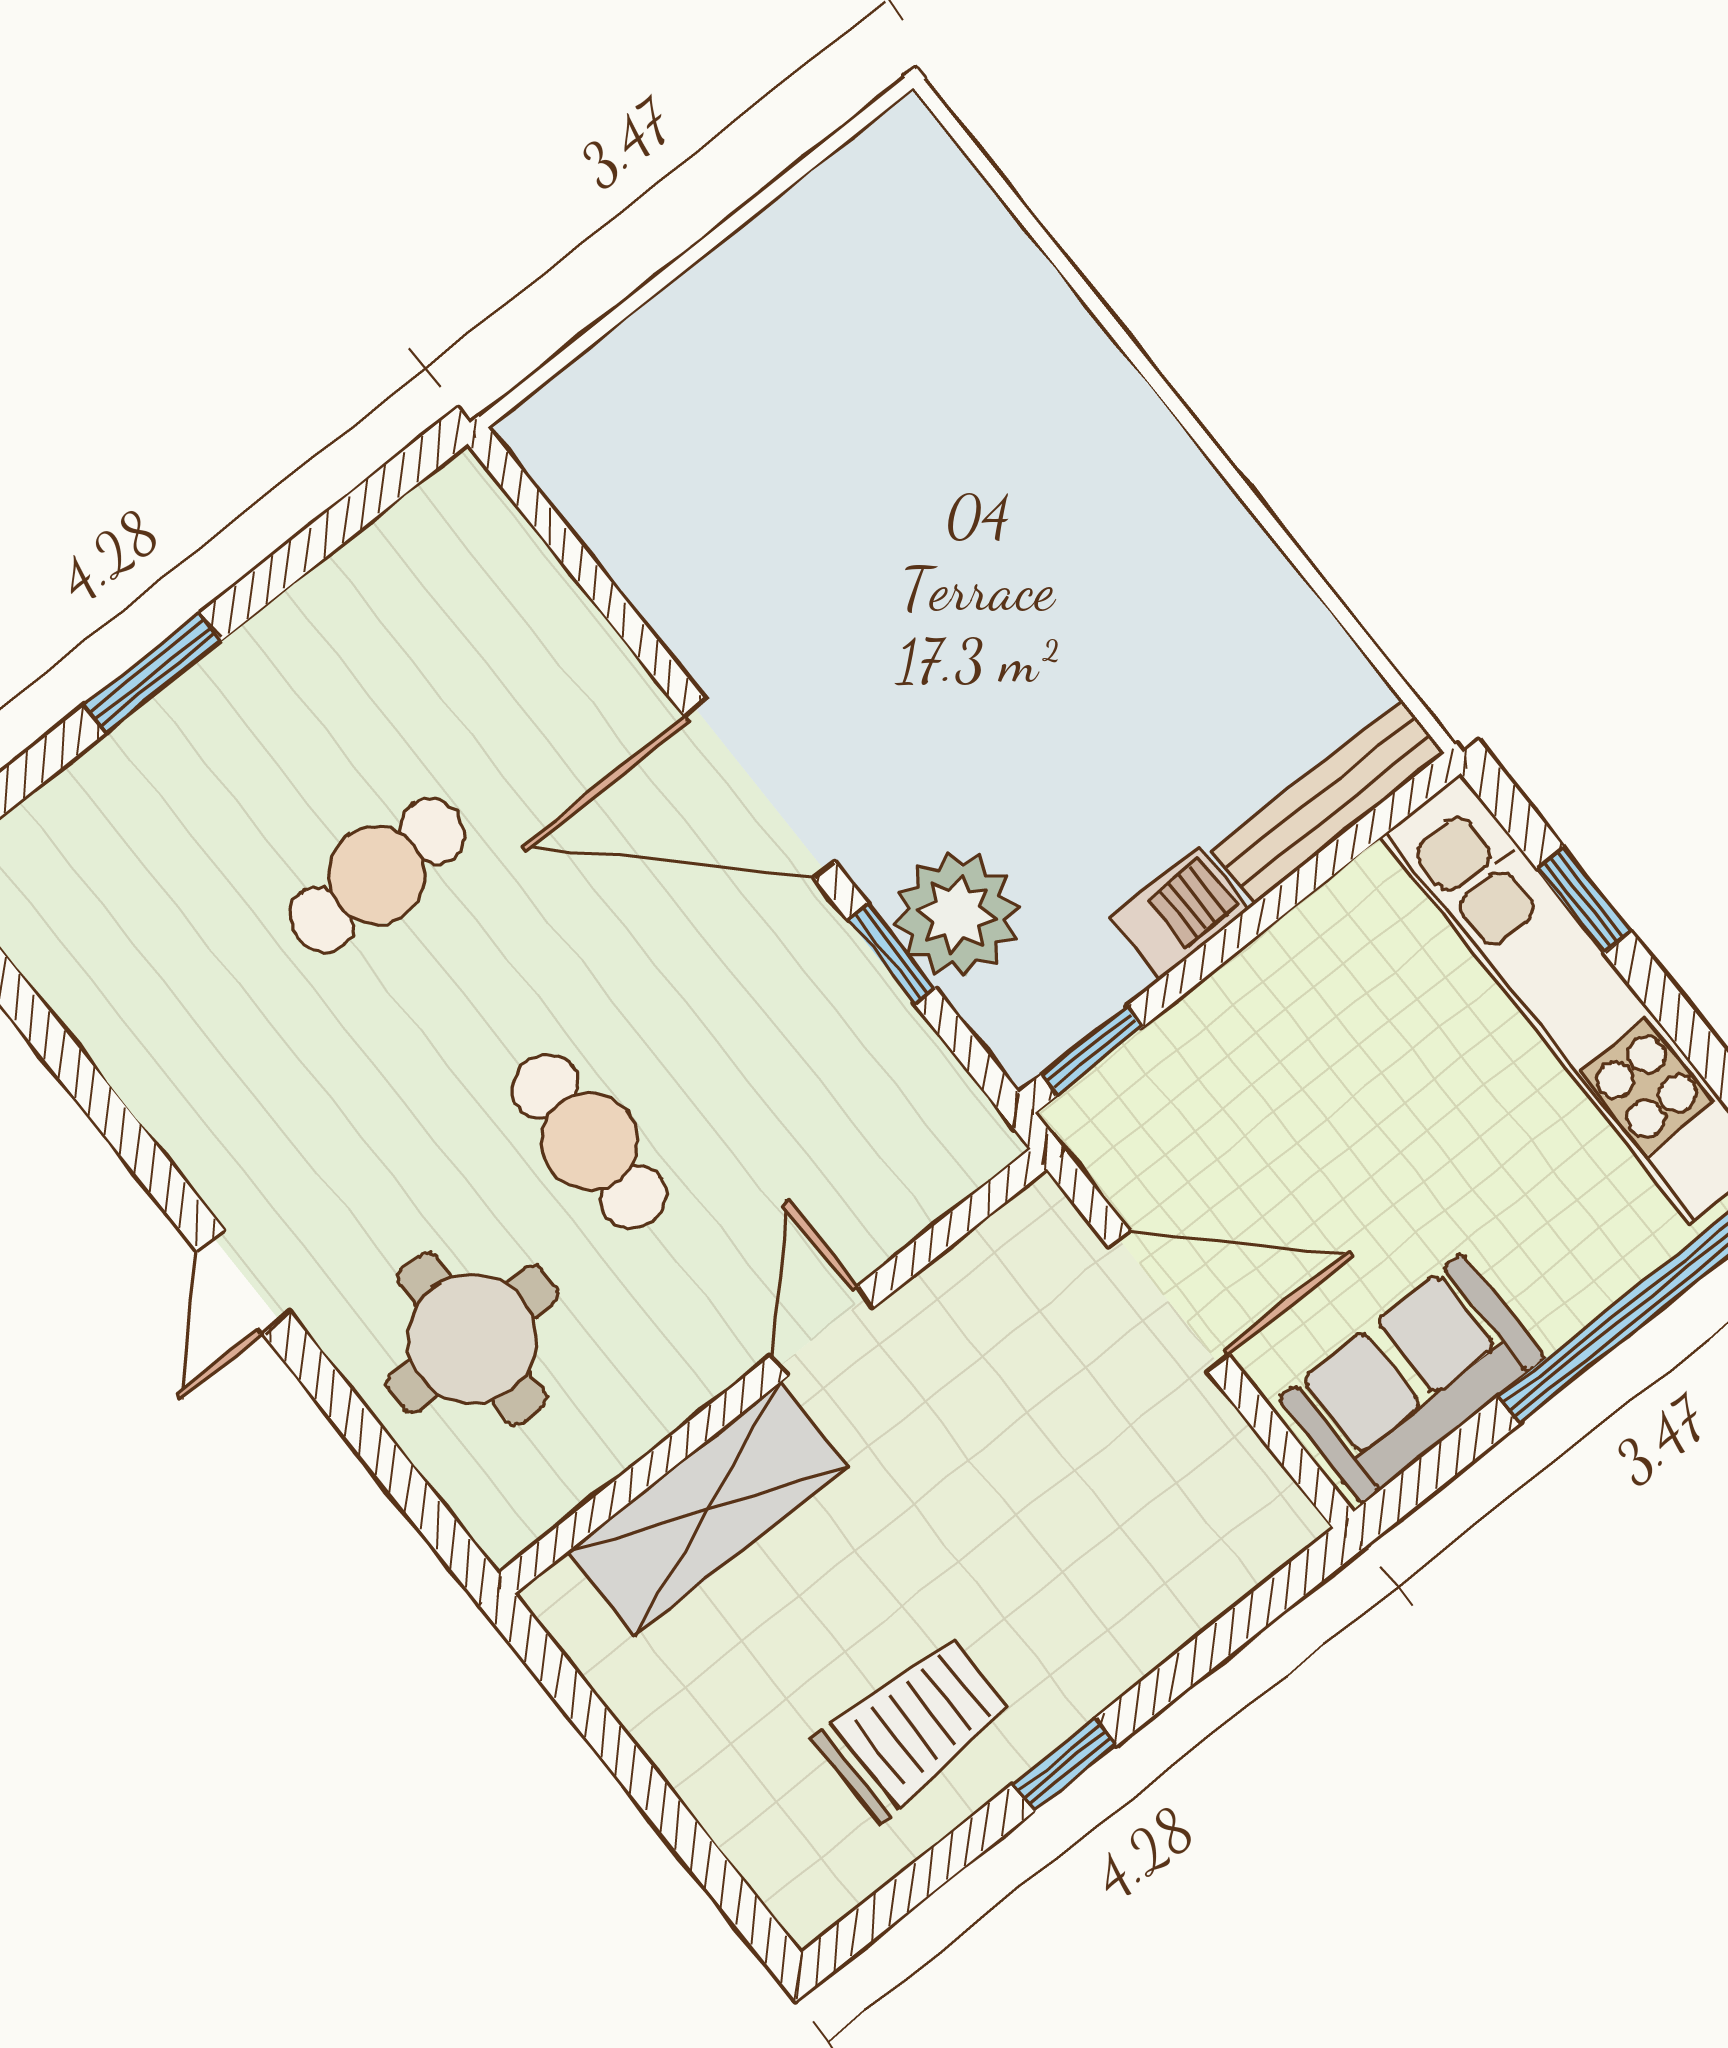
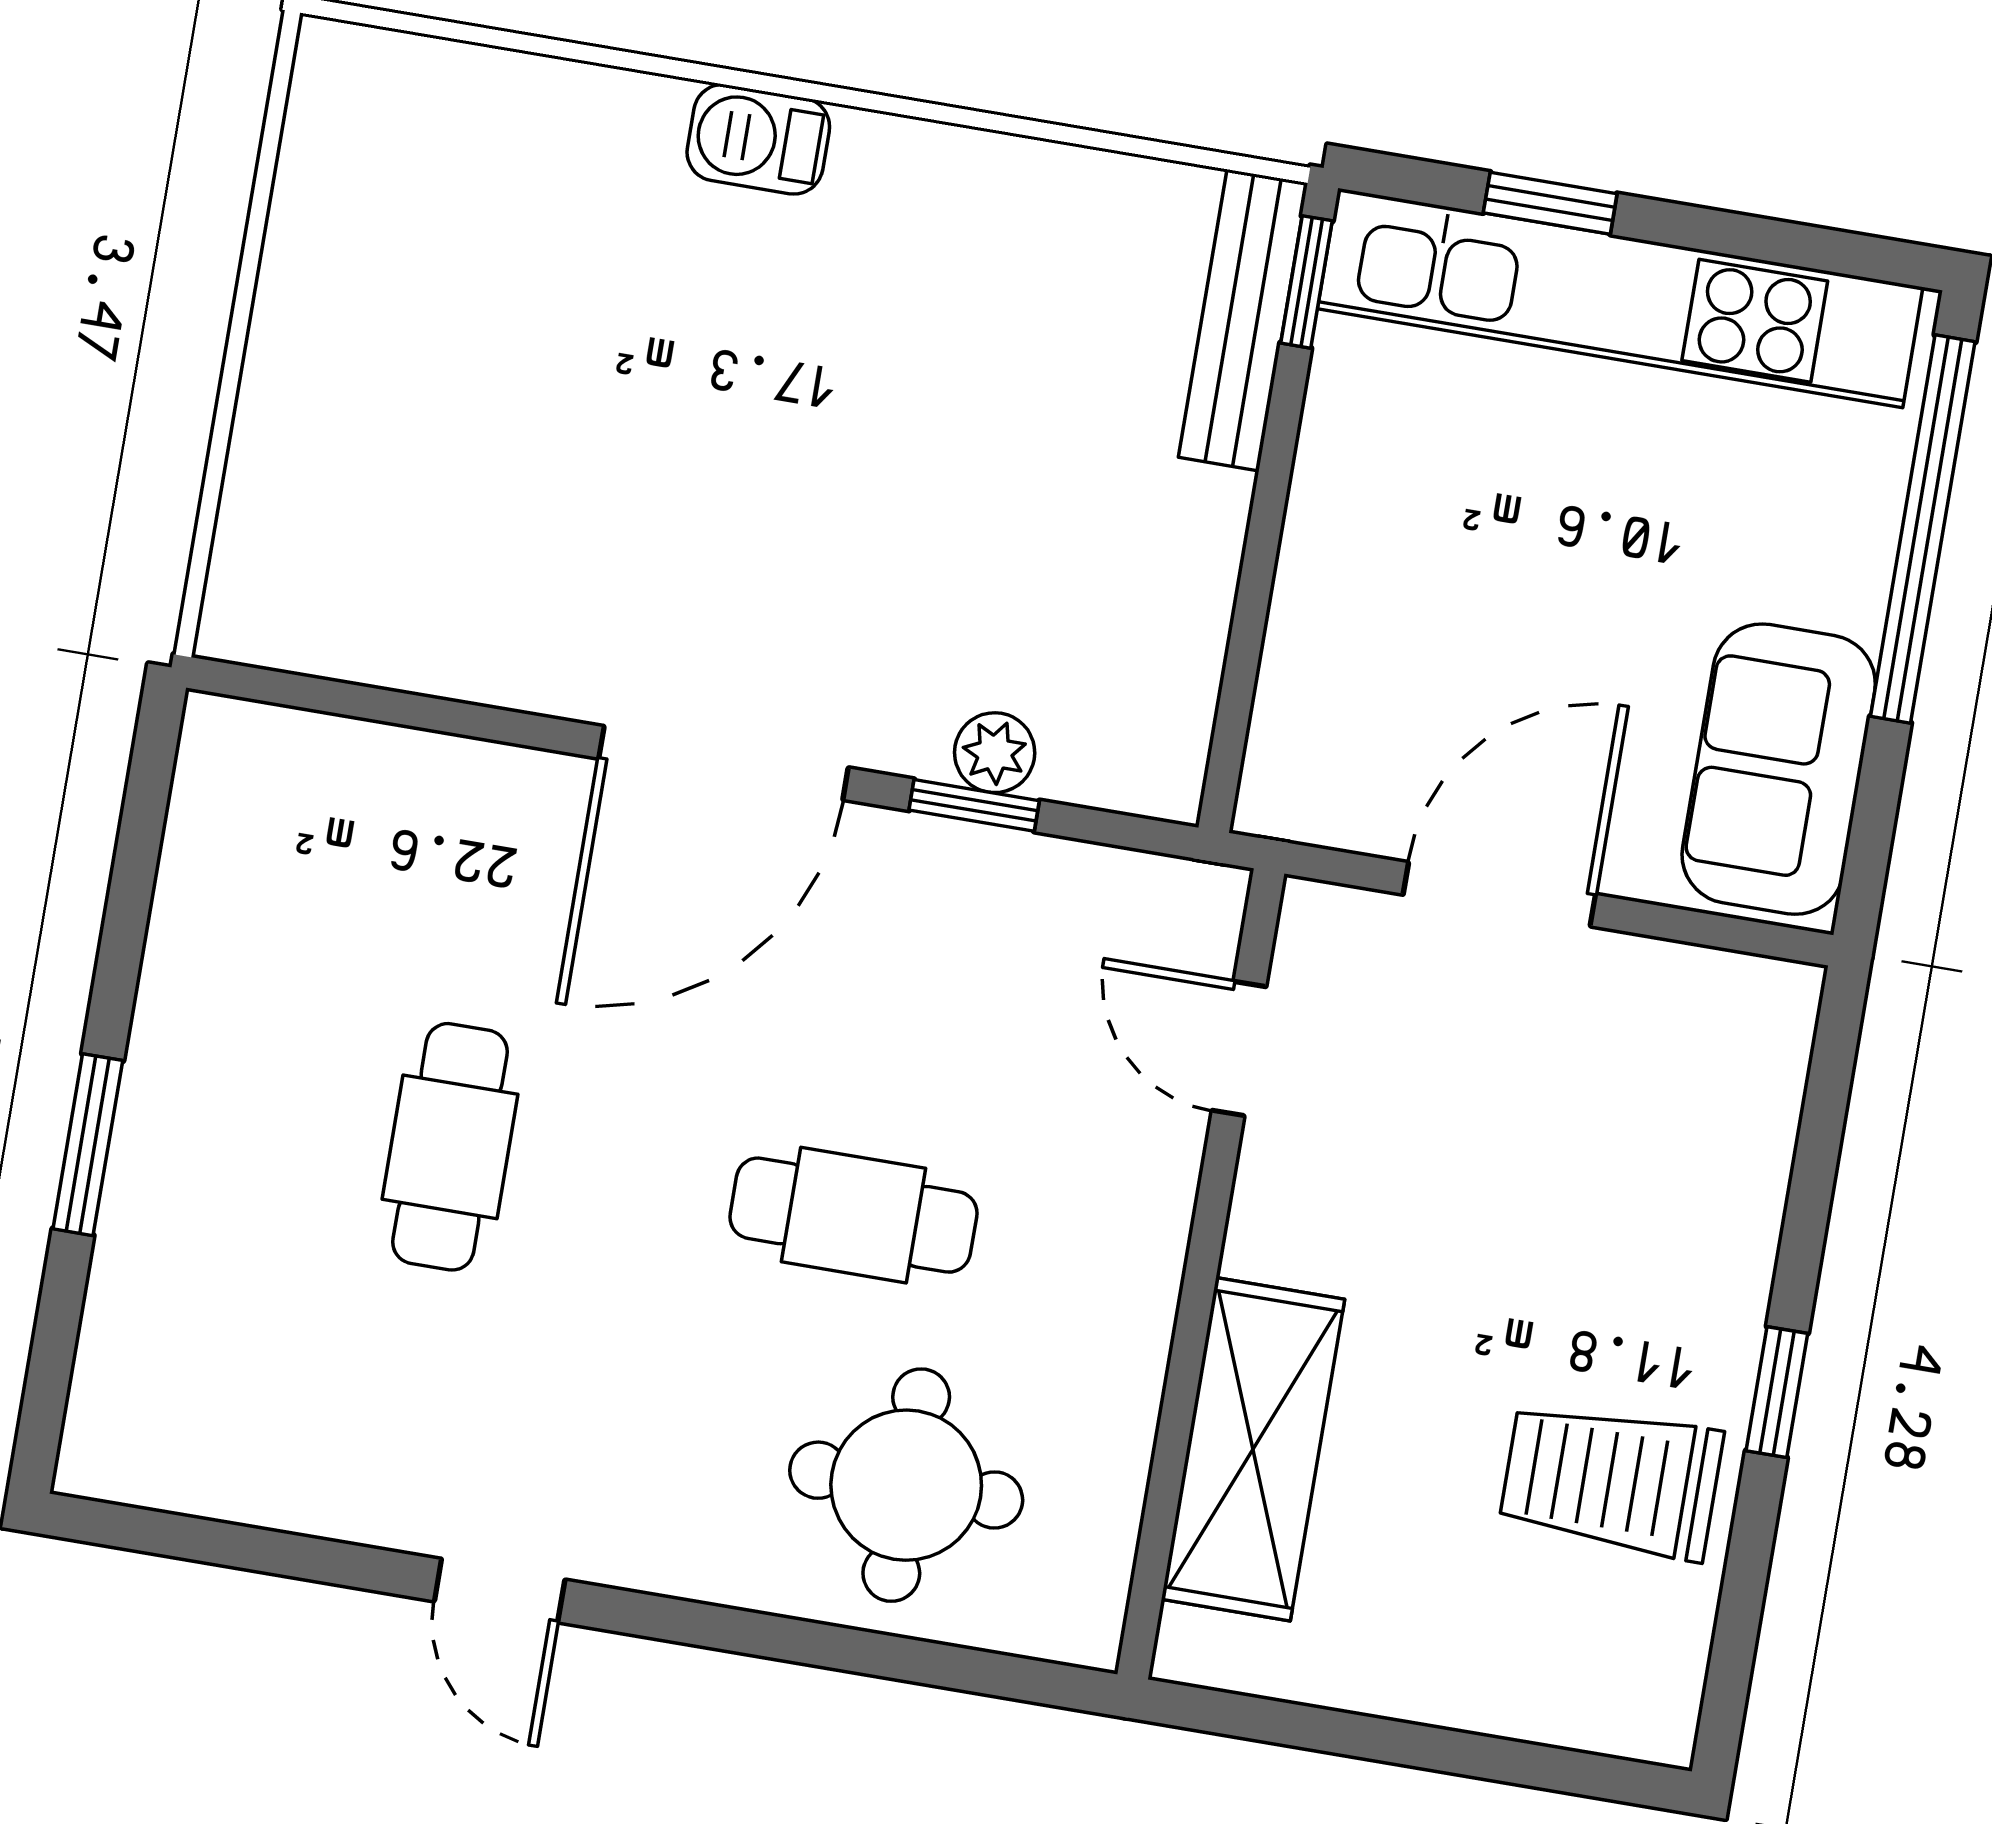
barbecue: (1179, 913) -> (758, 139), moved, turned -90
plant: (957, 915) -> (995, 753), width x0.53, depth x0.53
window: (1092, 1051) -> (1306, 282), moved
door: (244, 1282) -> (500, 1591), moved
door: (823, 1331) -> (1239, 1049), moved
trolley: (913, 1727) -> (1611, 1480), turned -90

